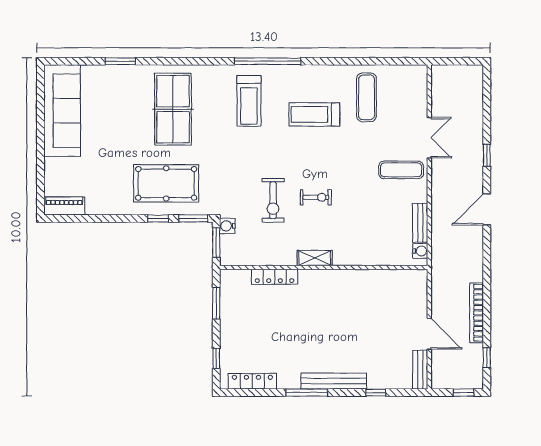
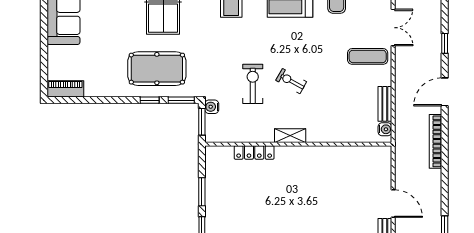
exercise bike: (316, 197) -> (291, 81), turned -151
exercise bike: (273, 200) -> (253, 84), turned 180
window: (216, 303) -> (202, 192), moved
bookcase: (477, 313) -> (435, 141), moved

